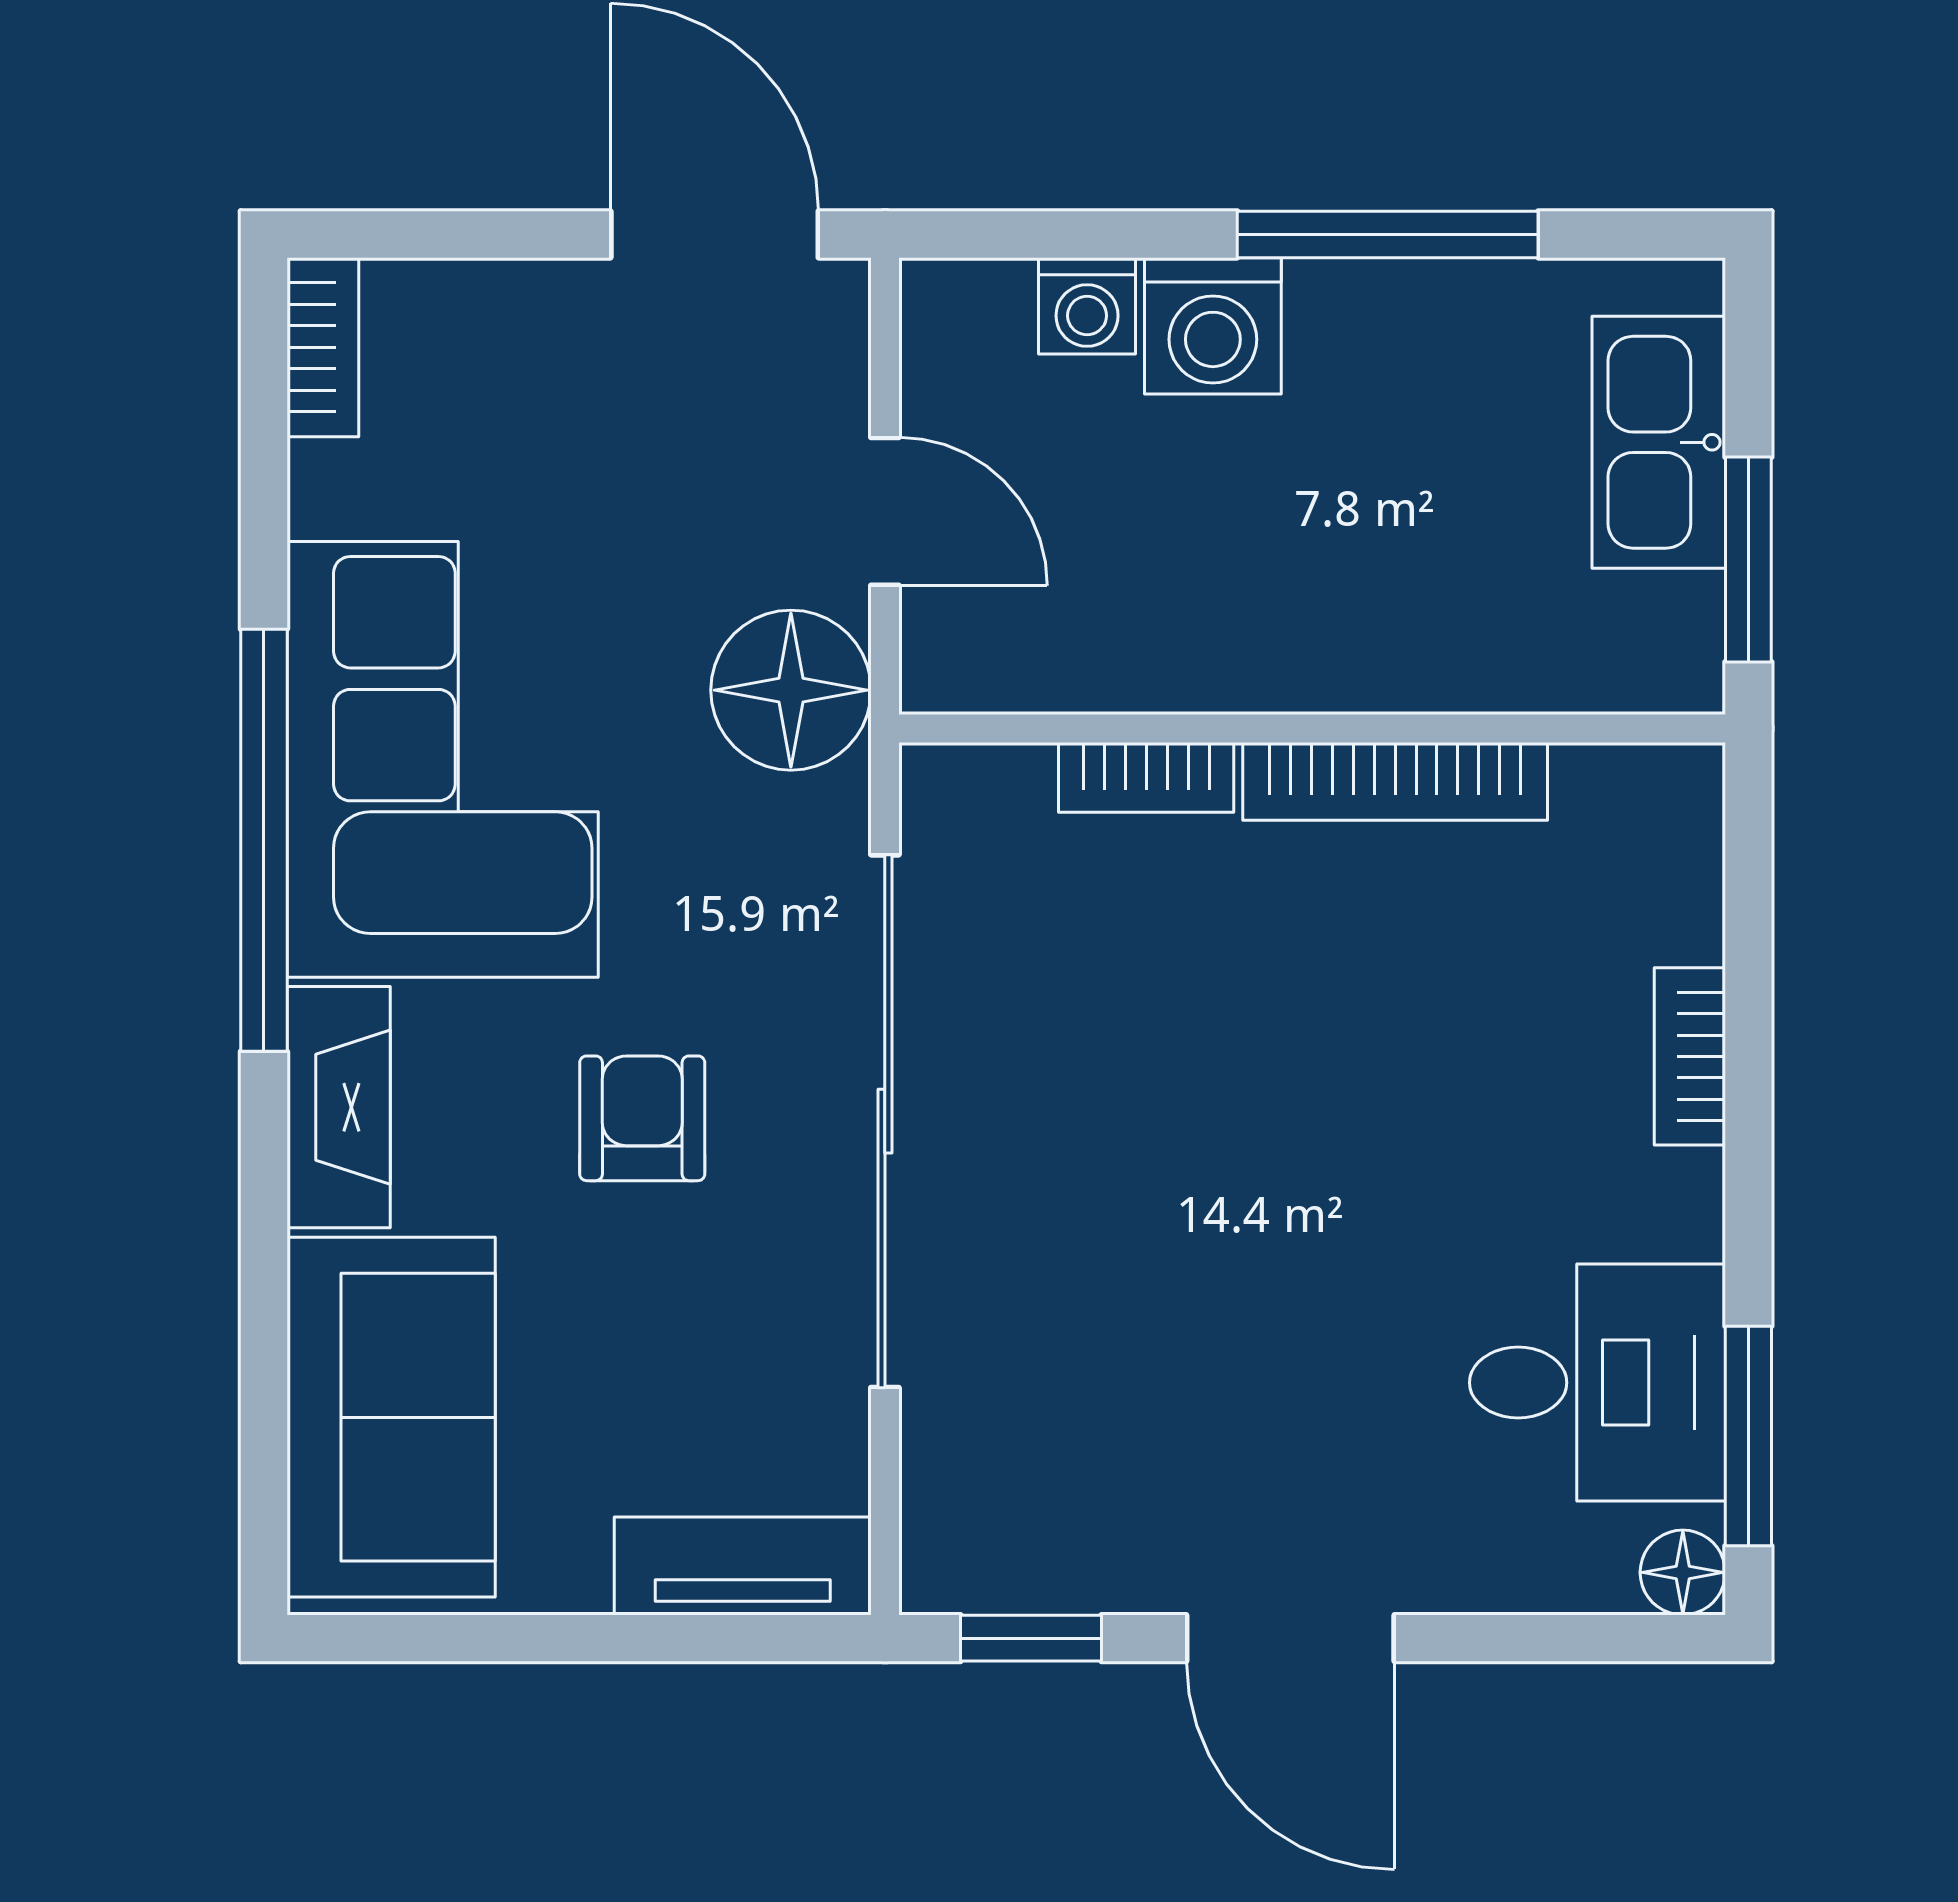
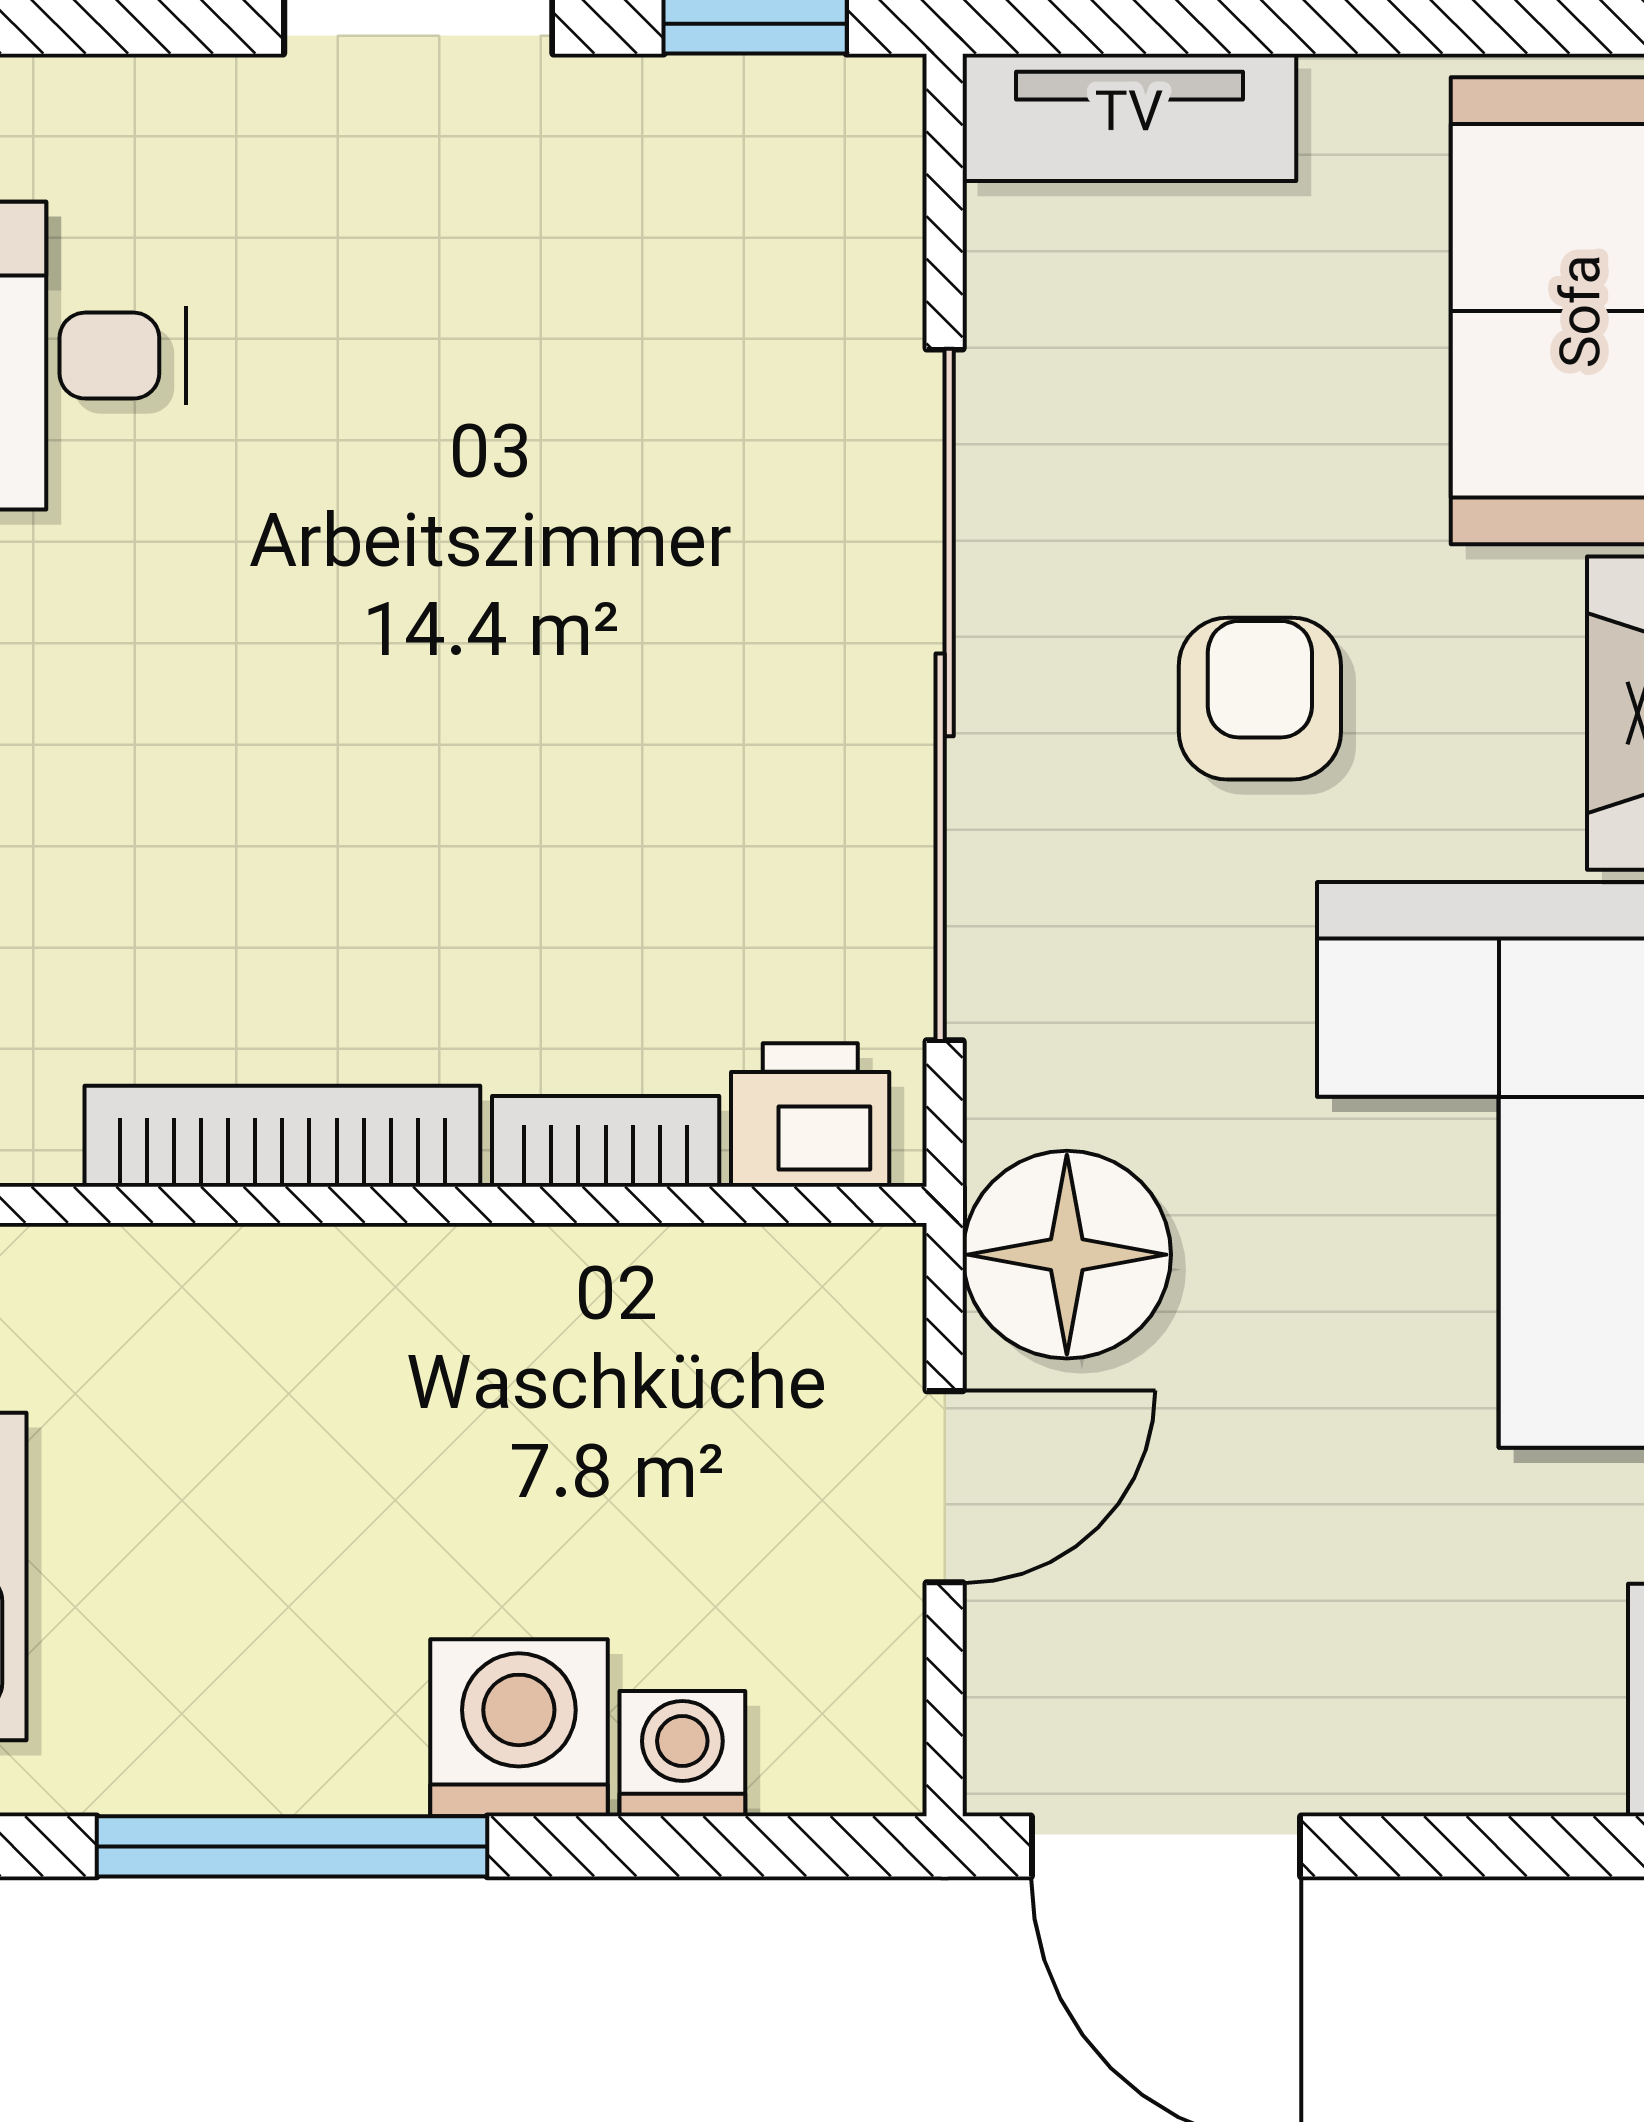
door: (885, 511) -> (945, 1487), swing flipped
printer: (989, 798) -> (810, 1115), added
armchair: (642, 1118) -> (1260, 699), turned 180

